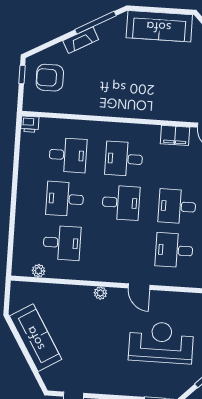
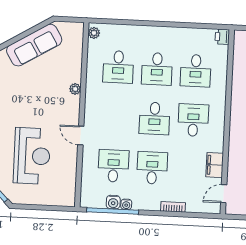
desk: (65, 199) -> (157, 69), turned 180
plant: (39, 271) -> (94, 33), moved
door: (139, 287) -> (81, 136), hinge flipped
plant: (100, 293) -> (75, 89), moved

